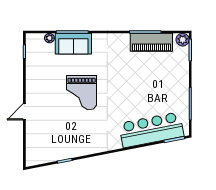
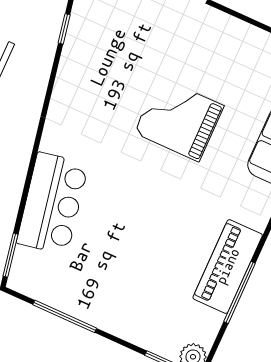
piano: (151, 42) -> (228, 266), moved
bar counter: (151, 130) -> (52, 203), width x0.73

